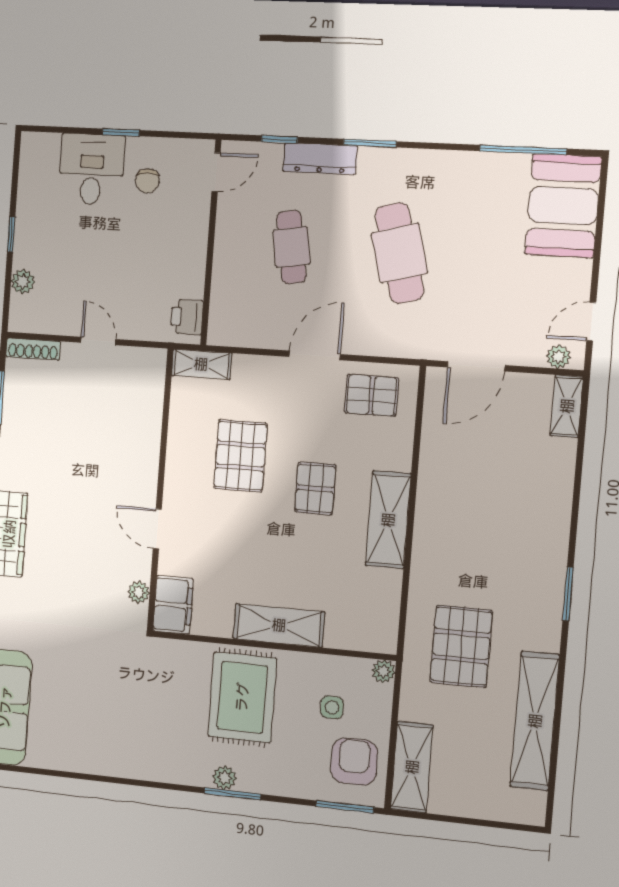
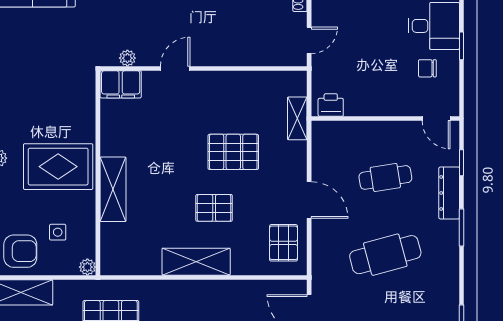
wall: (160, 490) -> (204, 68), moved
door: (157, 529) -> (175, 68), moved
plant: (139, 592) -> (127, 58), moved
filing cabinet: (173, 605) -> (121, 84), moved

